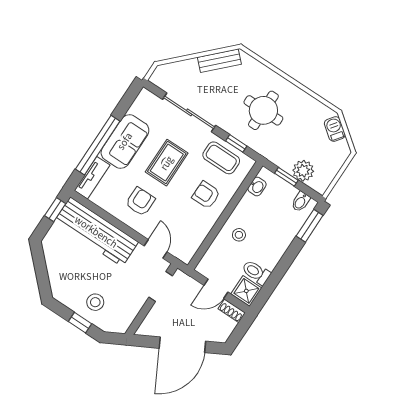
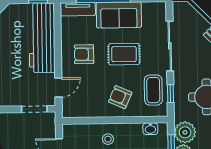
plant: (284, 155) -> (185, 132), added
armchair: (206, 195) -> (120, 97), turned -66
armchair: (140, 202) -> (84, 54), turned 180

